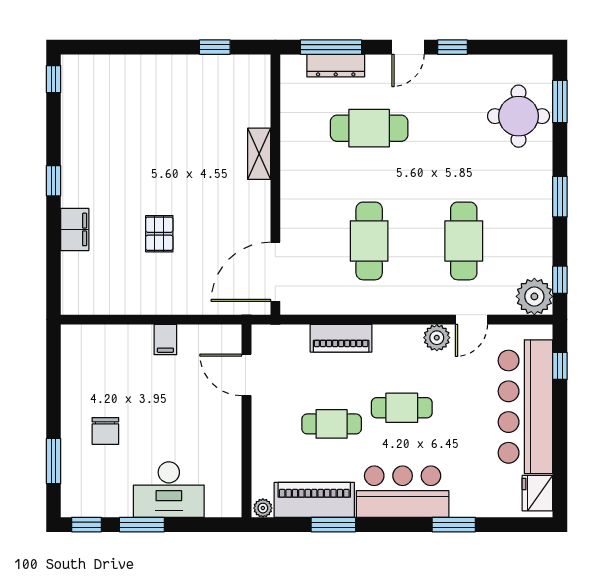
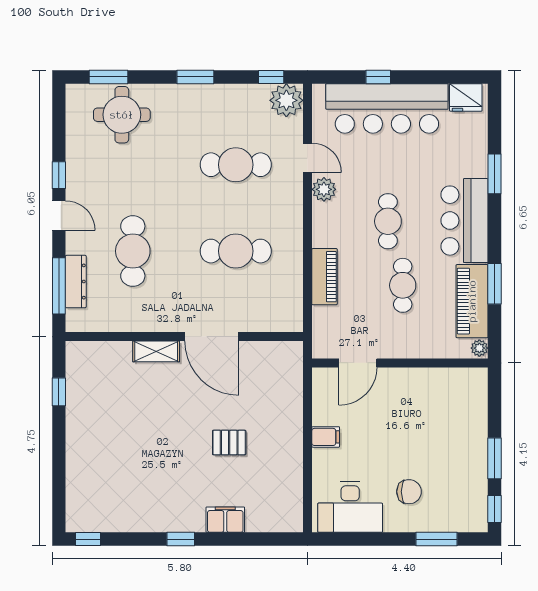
door: (275, 272) -> (212, 337), moved
window: (560, 366) -> (378, 77), moved
desk: (169, 490) -> (350, 507), moved, turned 90

